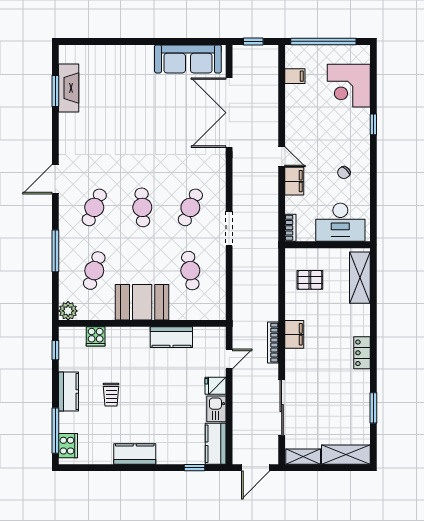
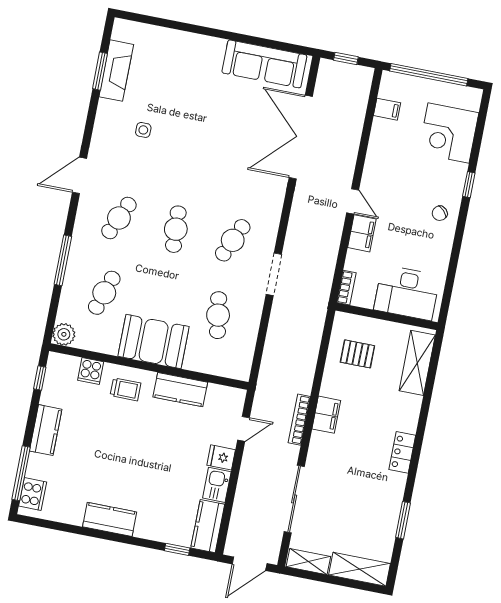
side table: (100, 132) -> (143, 130), added
chair: (344, 173) -> (440, 213), moved
trolley: (111, 395) -> (126, 389), moved, turned -90

